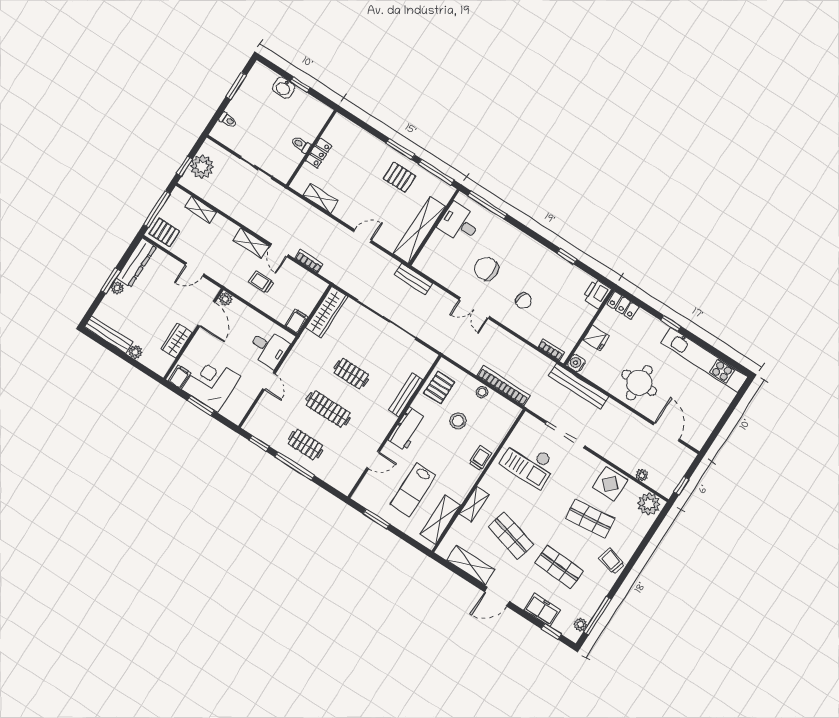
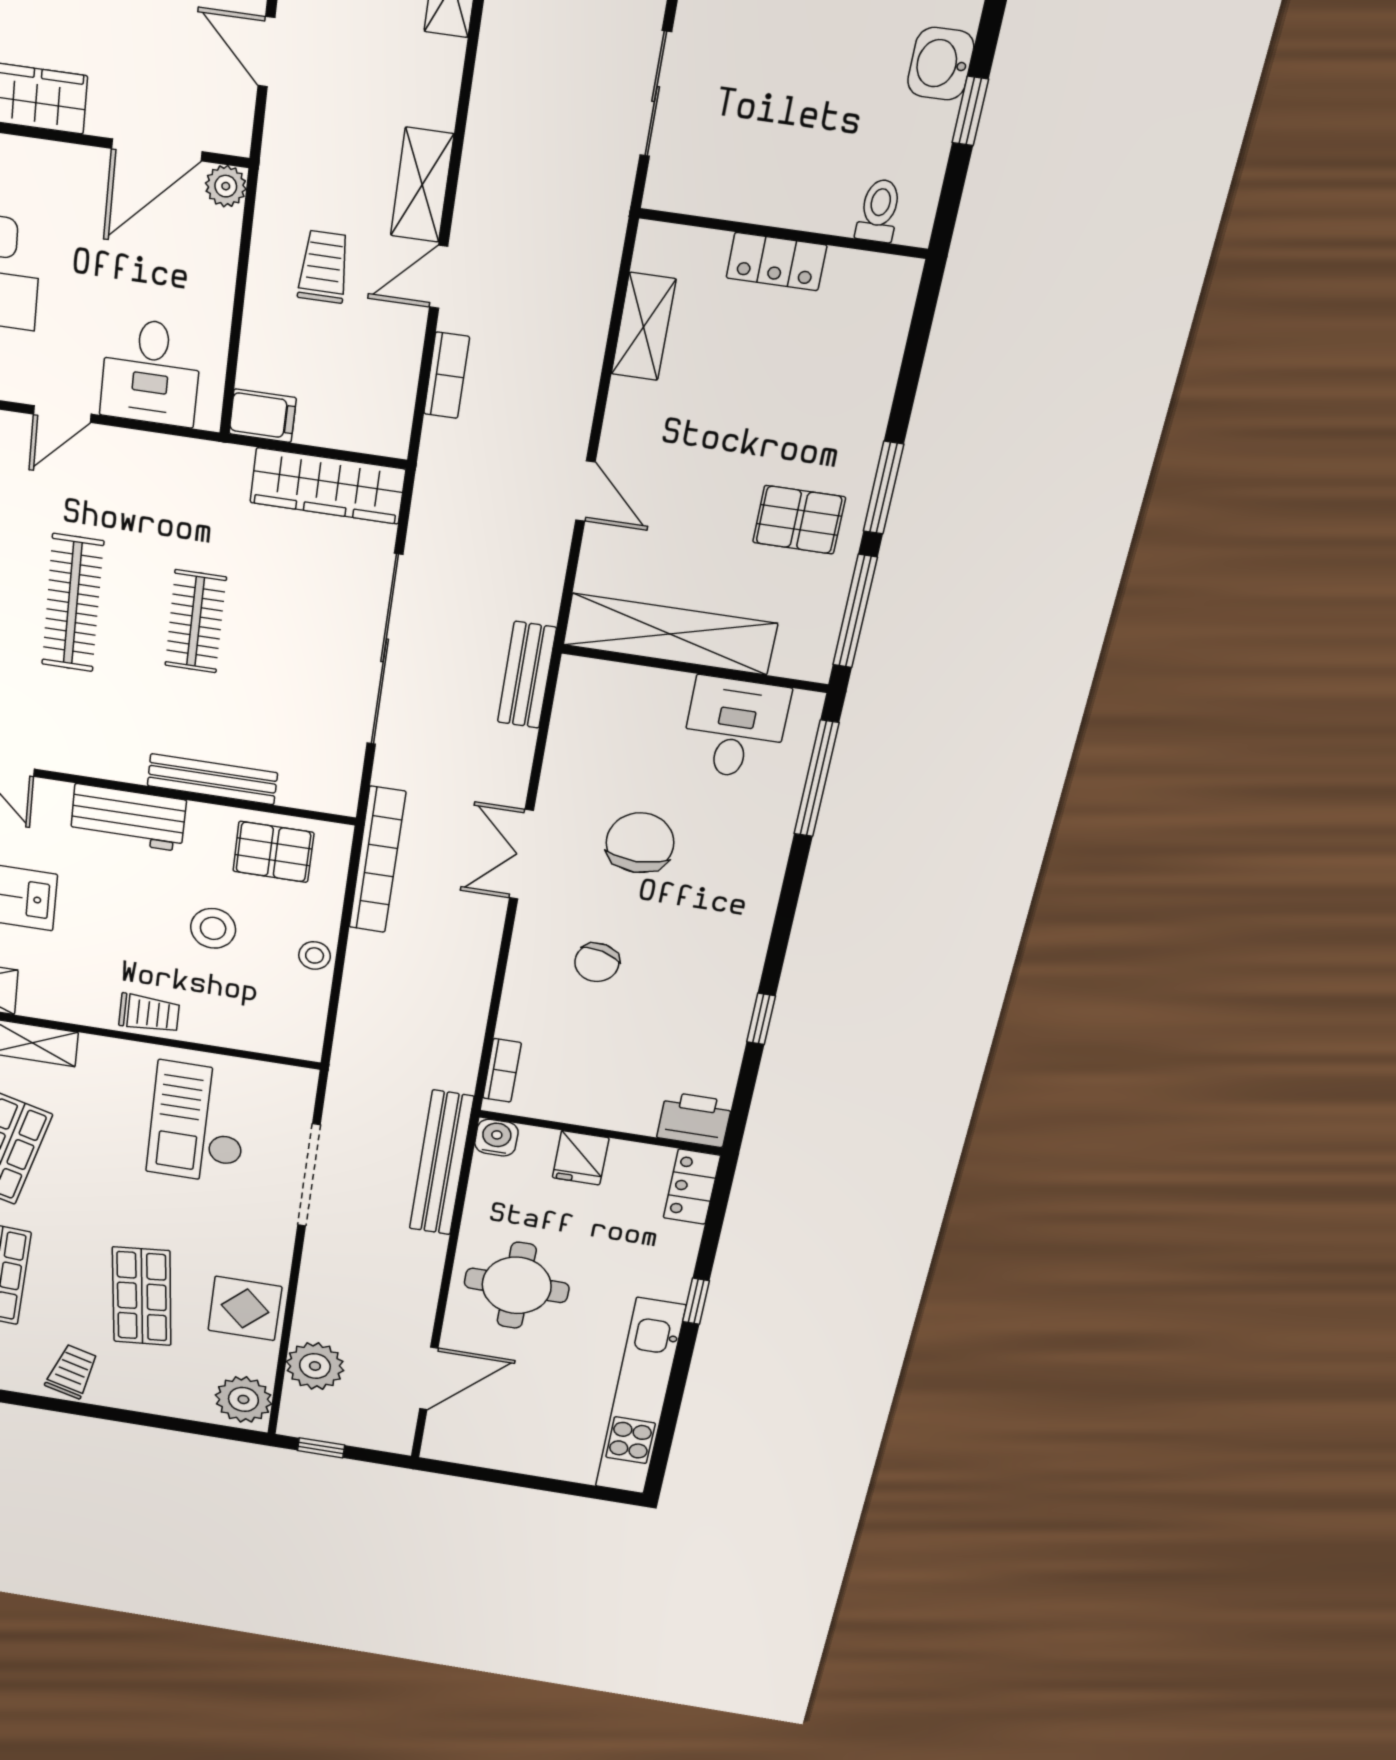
toilet: (301, 144) -> (879, 211), moved
pallet: (399, 177) -> (799, 520), turned 90
bookcase: (504, 386) -> (377, 860), moved
plant: (642, 475) -> (315, 1366), width x1.87, depth x1.87

